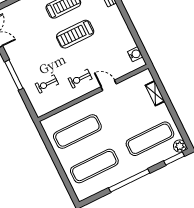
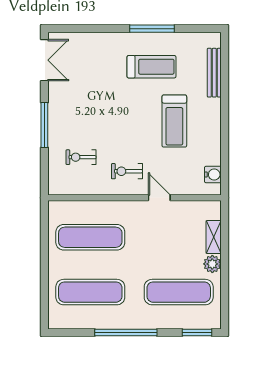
treadmill: (75, 34) -> (174, 121), moved, turned -90
plant: (180, 146) -> (212, 264), moved

